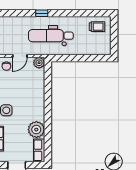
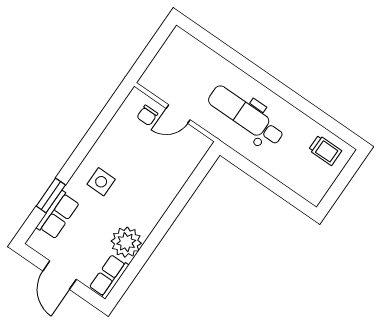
window: (42, 13) -> (256, 72), removed
plant: (39, 63) -> (200, 144), removed

